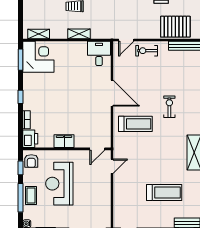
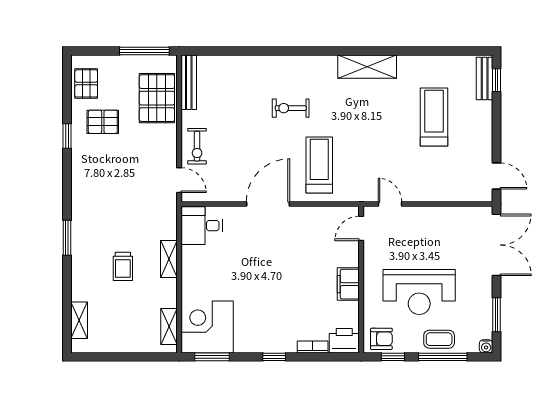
door: (97, 149) -> (361, 228), swing flipped

